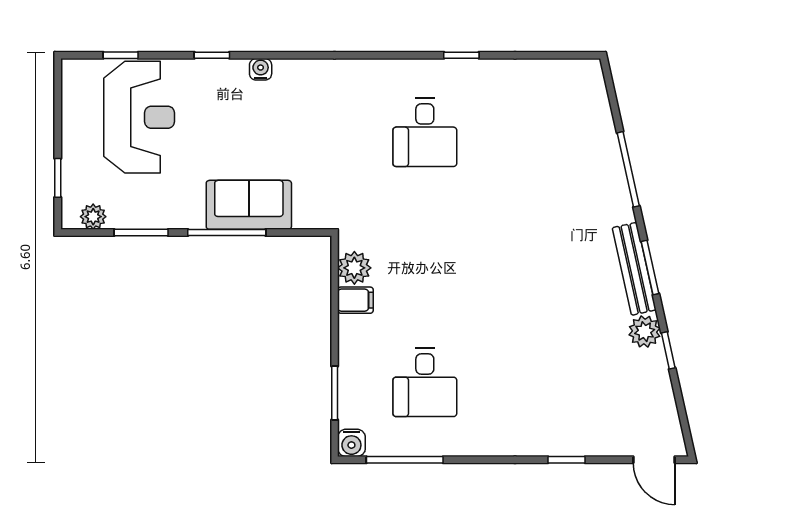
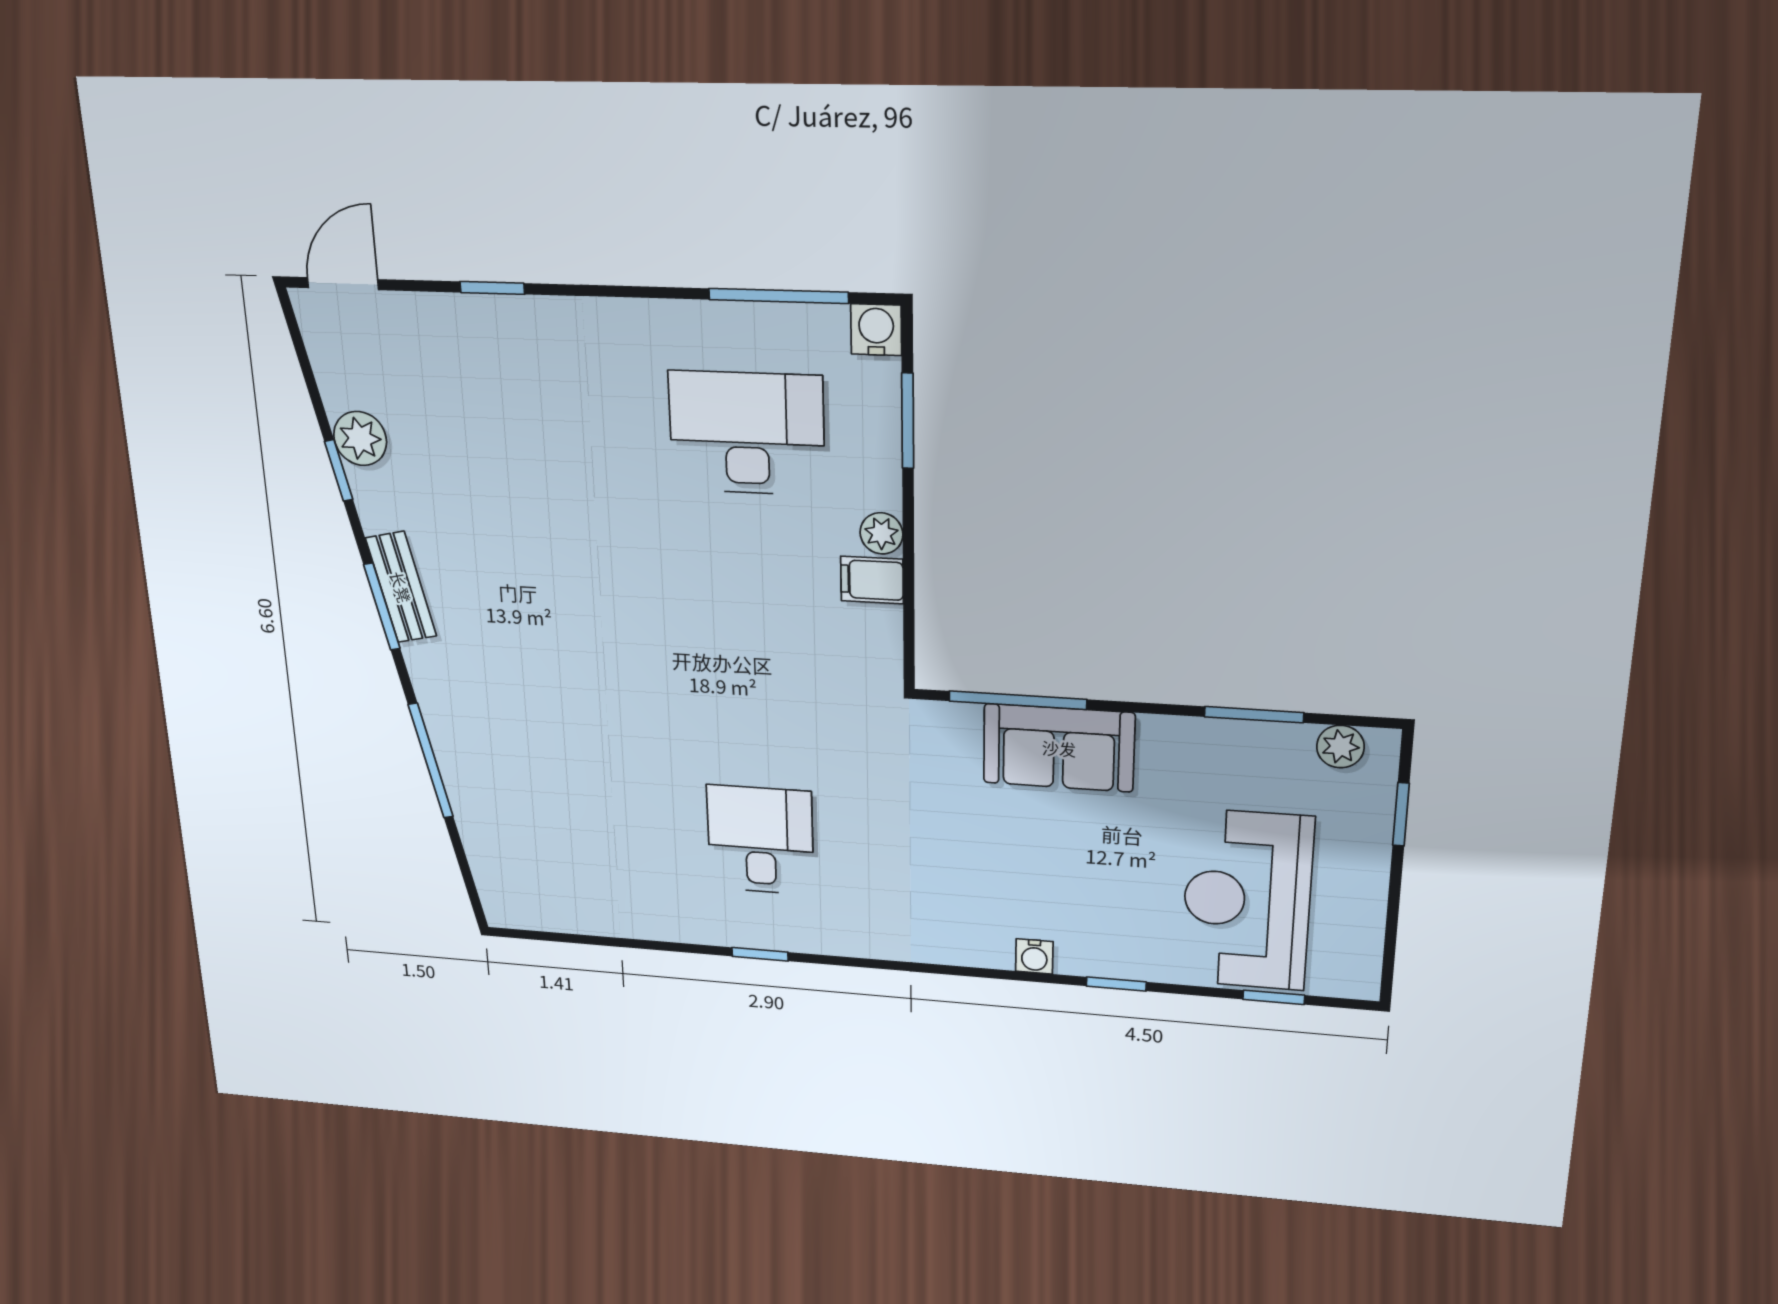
window: (461, 55) -> (760, 954), moved
window: (227, 233) -> (1018, 700), moved
plant: (354, 268) -> (881, 533), moved, width x0.73, depth x0.73
bench: (634, 269) -> (401, 587), width x0.73
plant: (645, 332) -> (360, 438), moved
desk: (425, 382) -> (747, 433), width x1.37
door: (654, 460) -> (343, 284), hinge flipped

